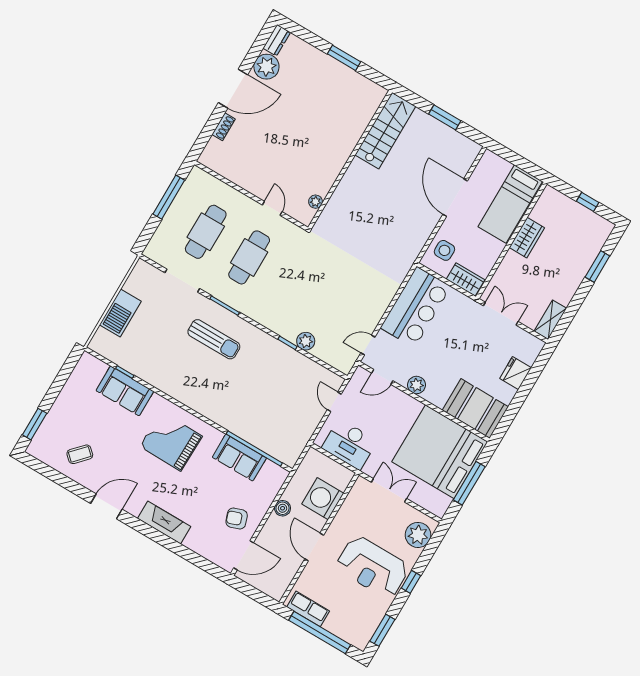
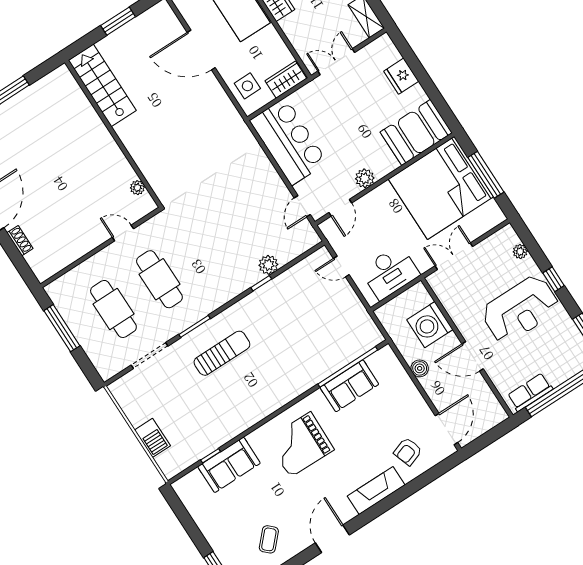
barbecue: (120, 313) -> (152, 438), width x0.73, depth x0.83
armchair: (237, 518) -> (408, 451), moved
plant: (418, 535) -> (520, 251), width x0.53, depth x0.53

